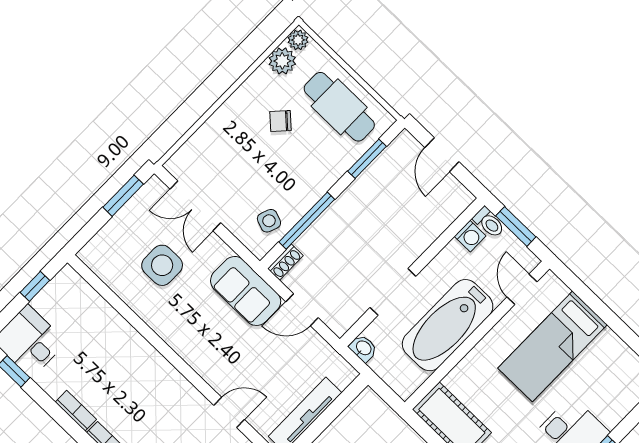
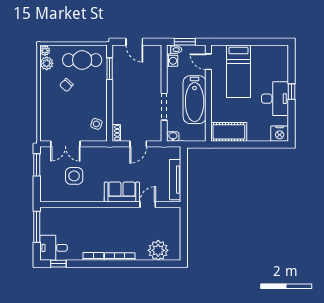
window: (307, 221) -> (110, 111), removed
window: (35, 286) -> (37, 227), width x2.17
sofa: (246, 291) -> (122, 192), moved, turned 180

